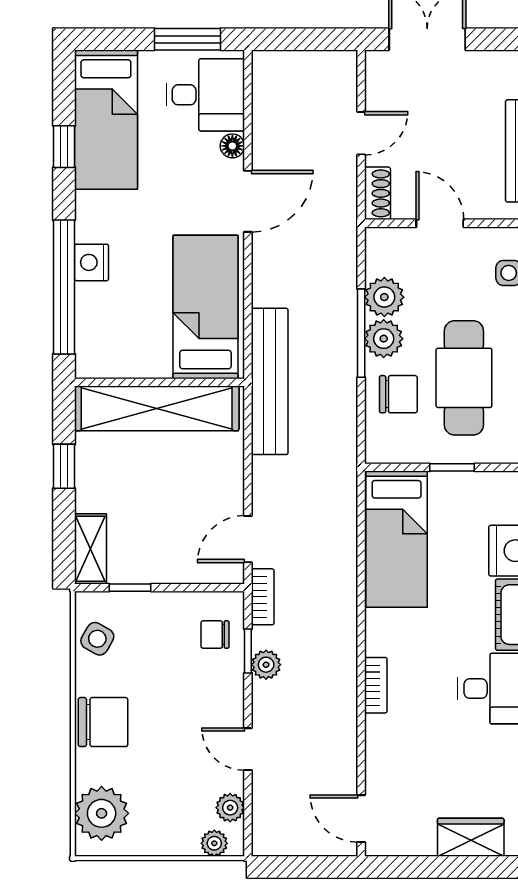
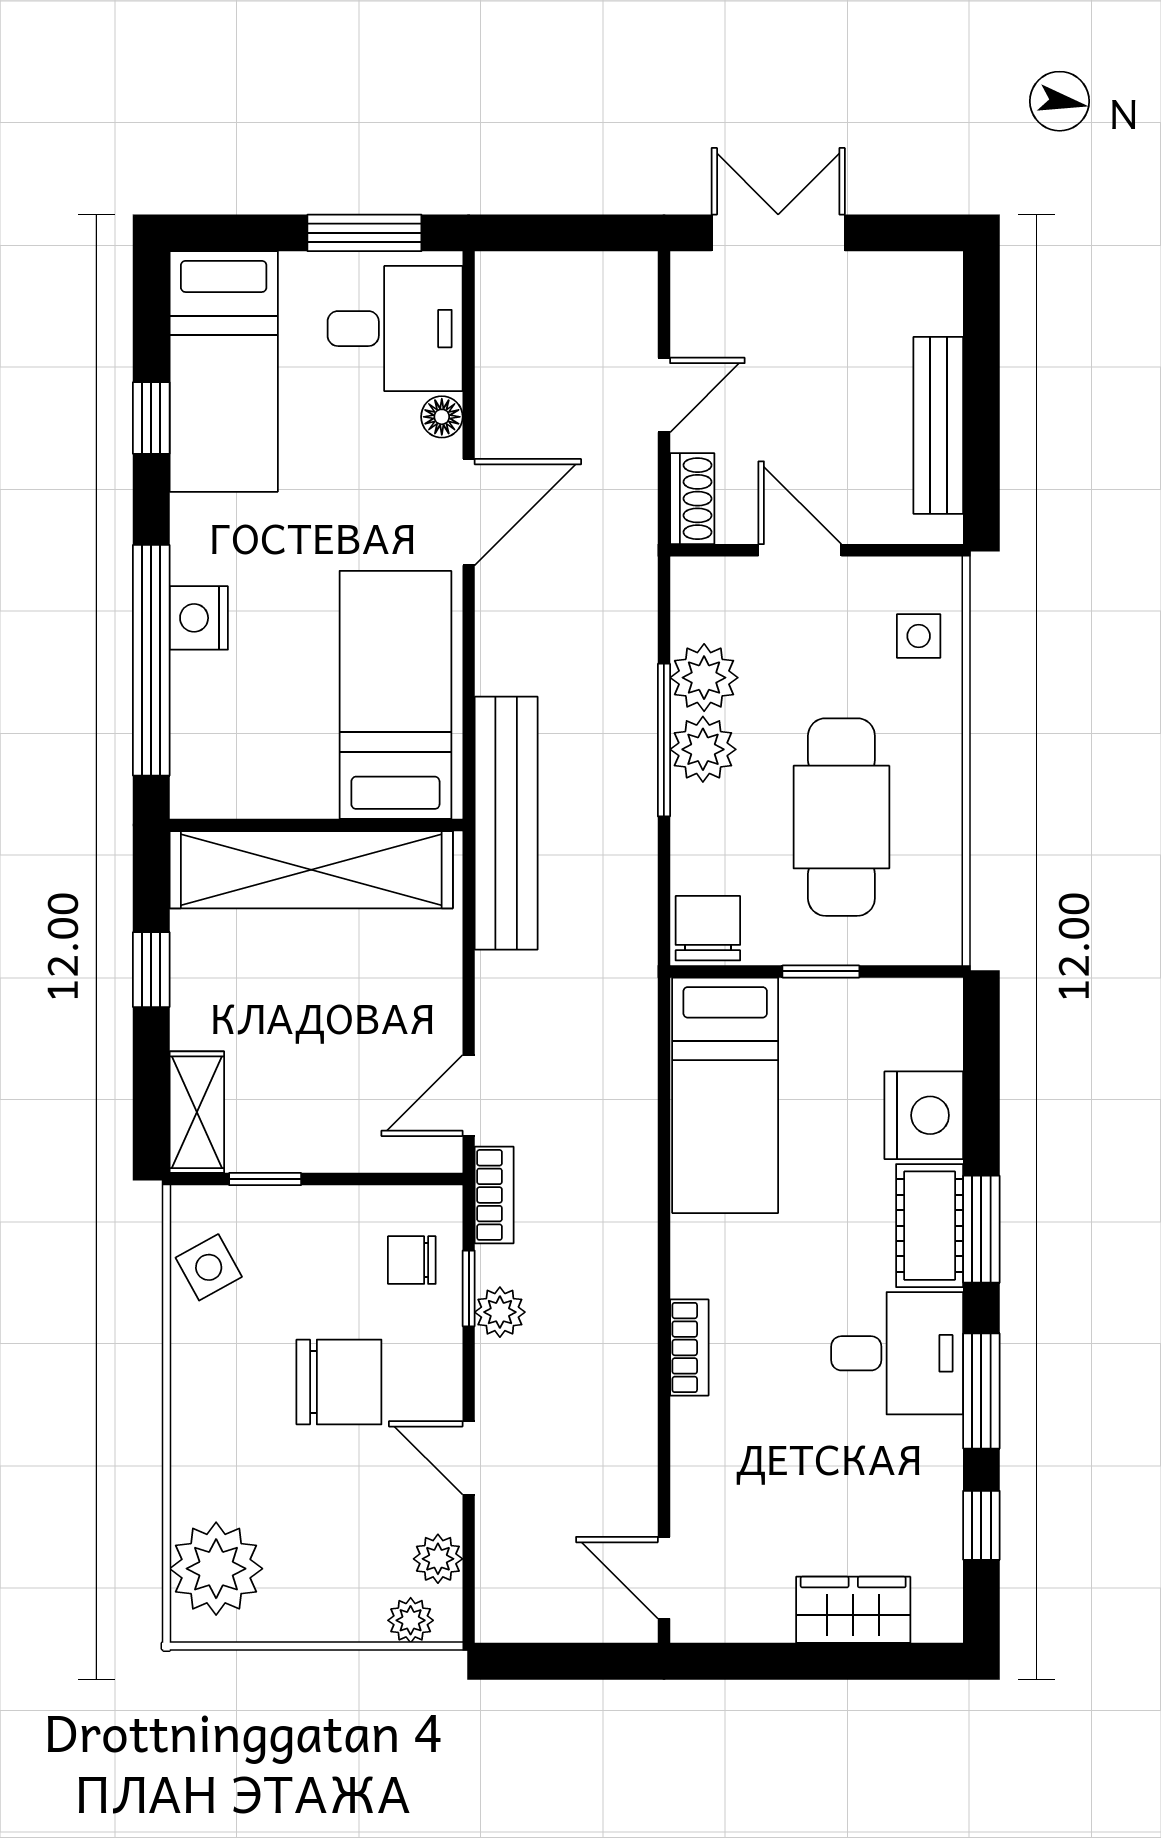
chair: (398, 394) -> (708, 928), moved, turned -90
side table: (97, 639) -> (209, 1267), turned 31
chair: (103, 722) -> (339, 1382), moved

